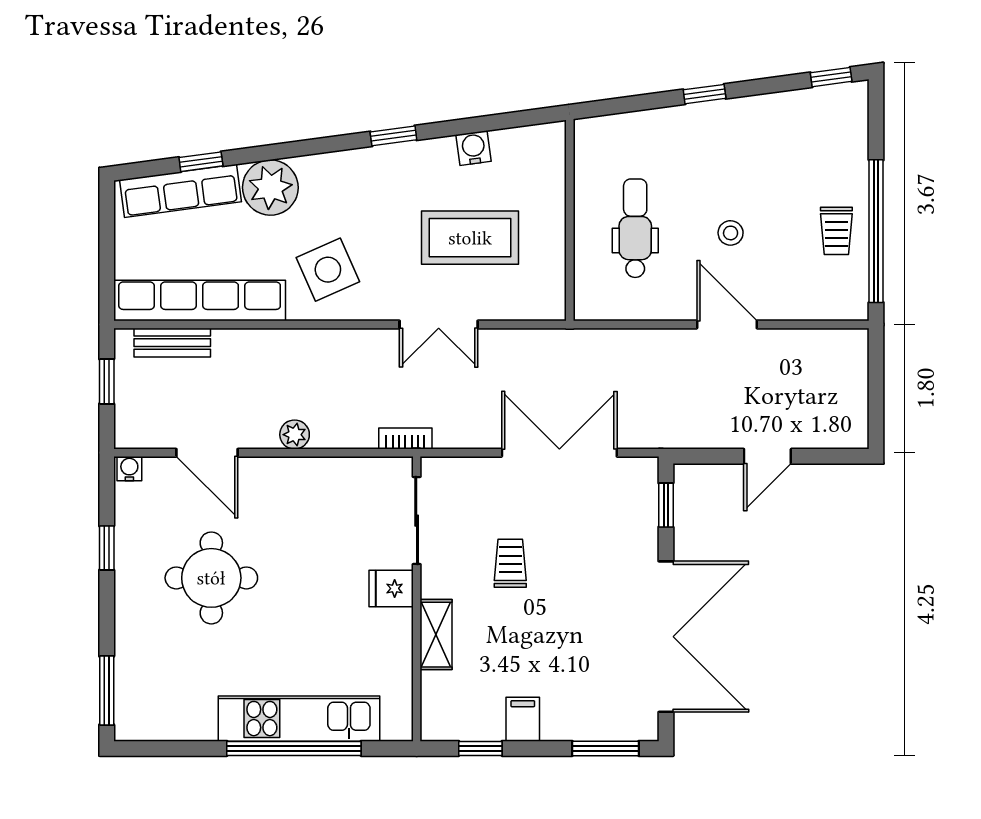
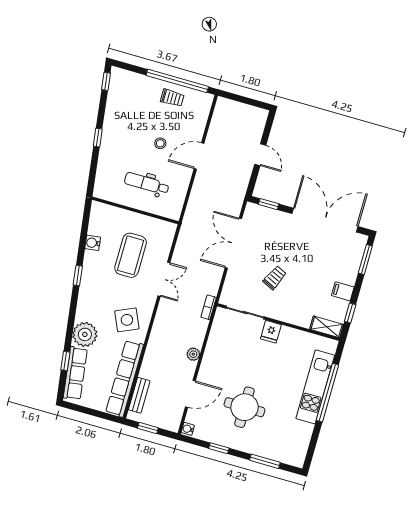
trolley: (510, 563) -> (275, 278), turned 115
shelving: (436, 635) -> (327, 327), moved
window: (107, 690) -> (265, 461), moved

